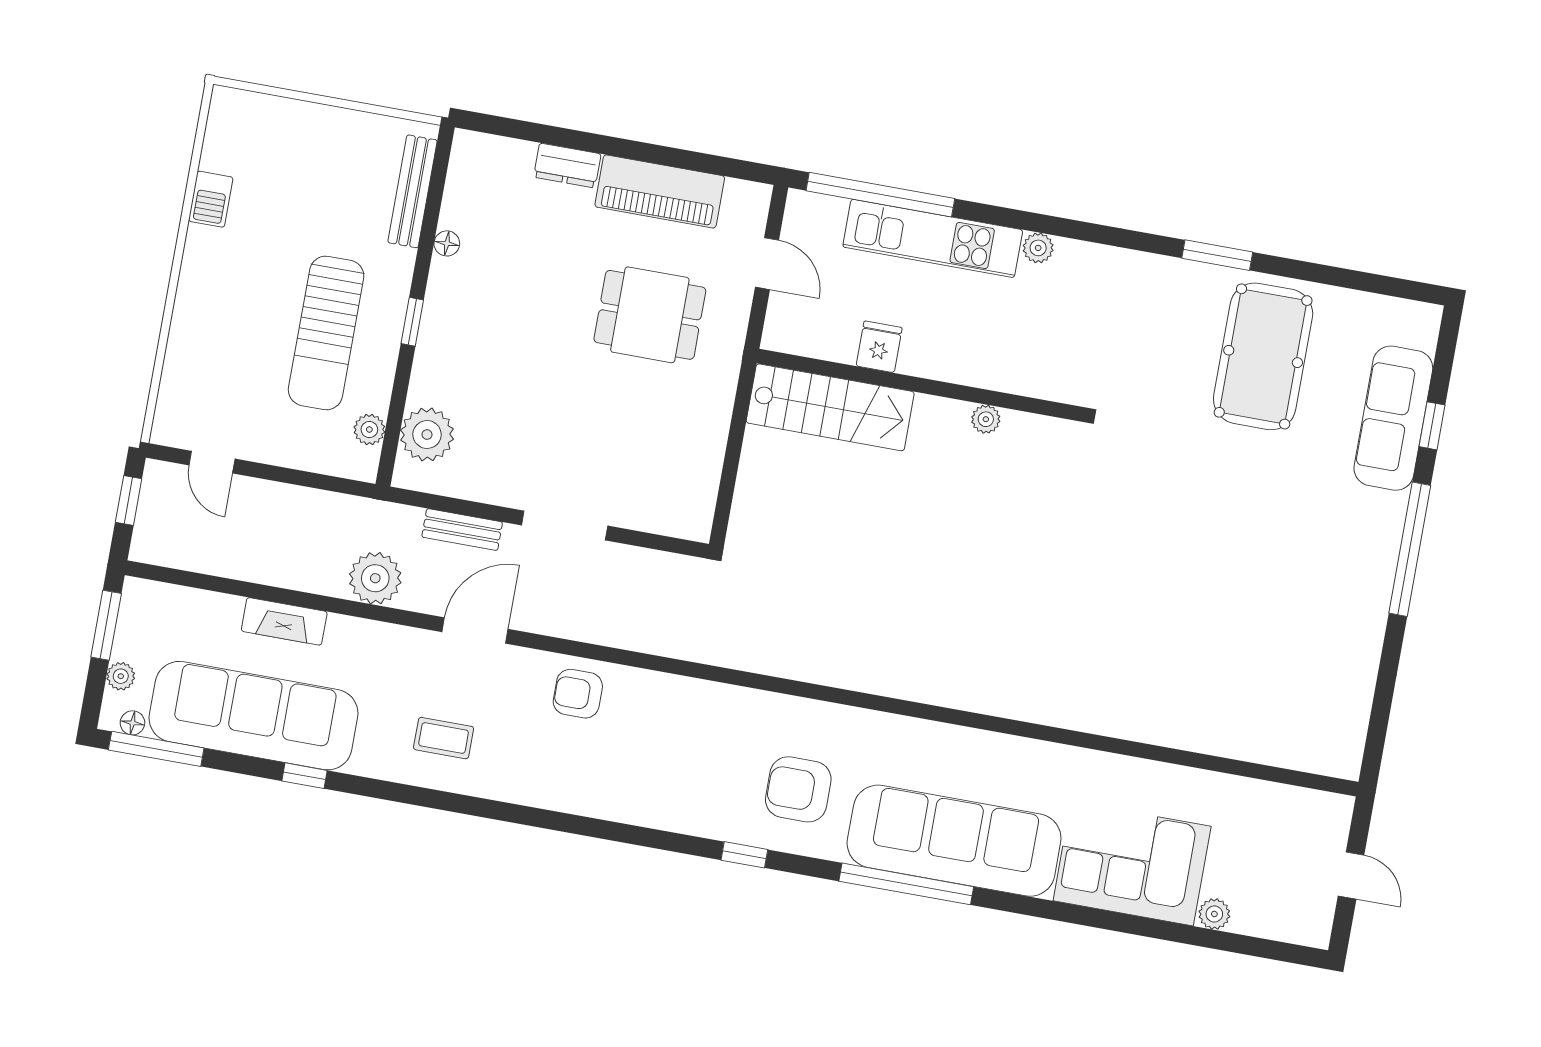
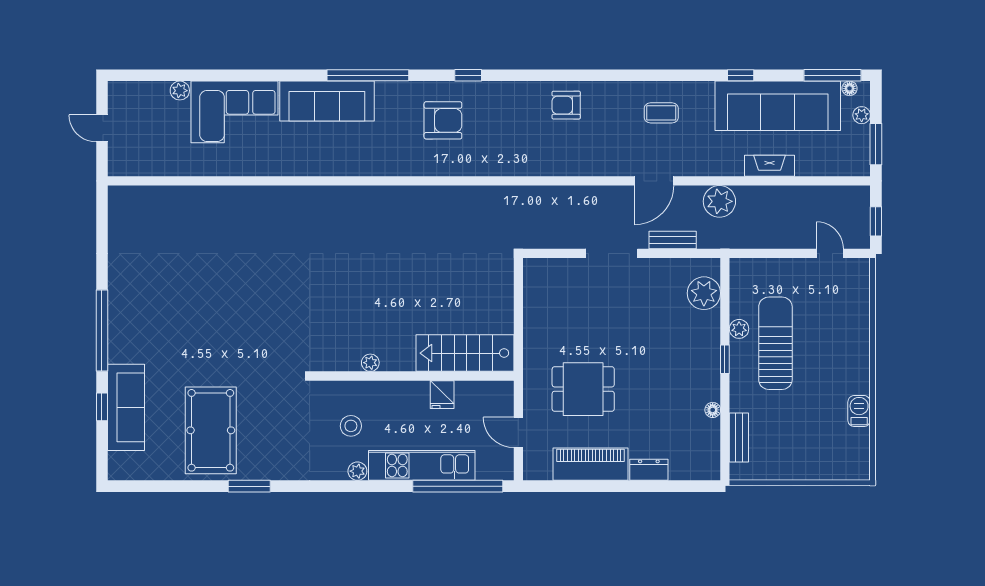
bench: (413, 191) -> (739, 438), width x0.73
stool: (1036, 323) -> (351, 426), added
plant: (369, 430) -> (739, 329), moved
armchair: (578, 694) -> (566, 105), moved, turned 180
sofa: (954, 841) -> (327, 101), width x0.74, depth x0.79

